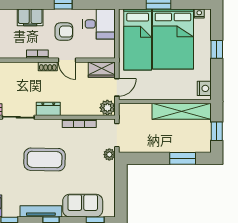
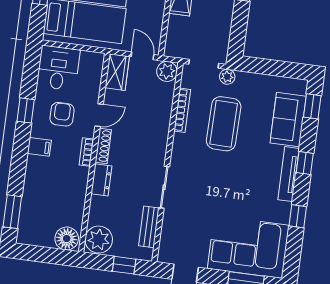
filing cabinet: (30, 17) -> (39, 147), width x0.50
shoe rack: (48, 66) -> (103, 146), width x1.43
dresser: (48, 109) -> (101, 180), moved, turned 180
coffee table: (45, 159) -> (224, 124), moved

